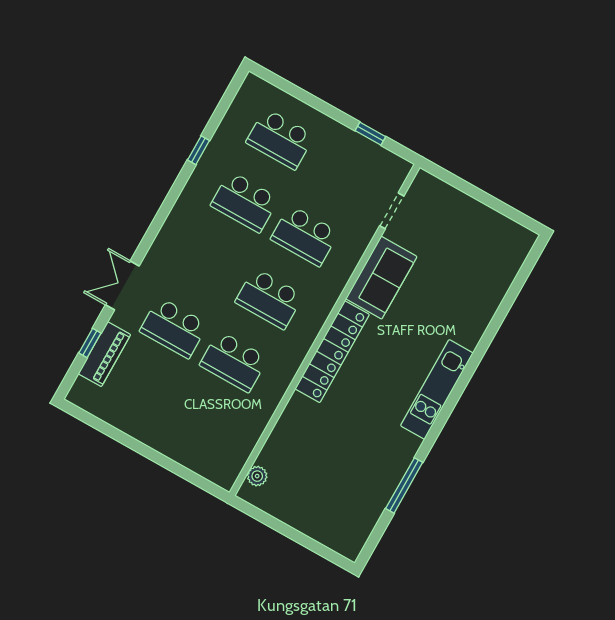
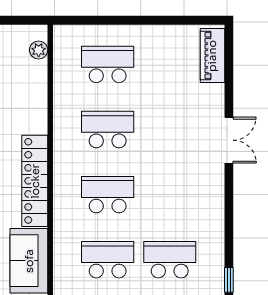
school desk: (174, 328) -> (108, 64), moved
window: (90, 343) -> (229, 81), removed
piano: (104, 354) -> (212, 56), moved

